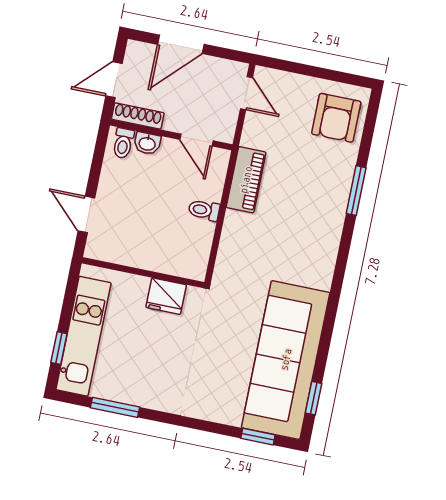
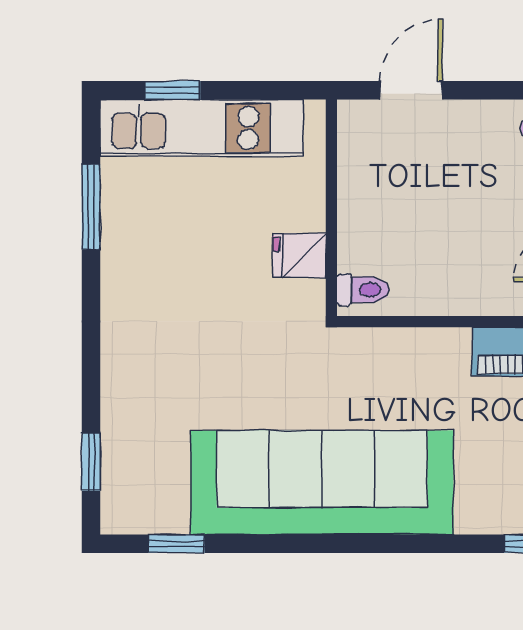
toilet: (204, 210) -> (363, 290), moved, turned 90
fridge: (166, 296) -> (299, 255), width x0.72
sofa: (286, 360) -> (322, 482), moved

